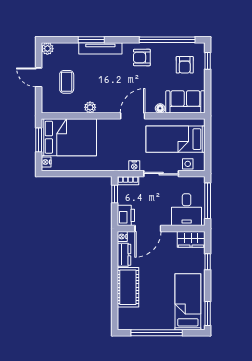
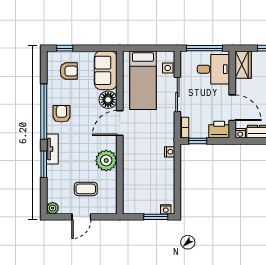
window: (167, 40) -> (44, 112), moved
tv unit: (100, 48) -> (52, 149), width x0.71
armchair: (142, 58) -> (61, 114), turned 180
plant: (90, 107) -> (106, 160), width x1.88, depth x1.88
floor lamp: (160, 108) -> (108, 100), width x1.89, depth x1.89
door: (133, 116) -> (120, 123), hinge flipped
bed: (69, 137) -> (141, 187), removed
window: (39, 140) -> (156, 217), moved
nightstand: (134, 166) -> (170, 152), moved

